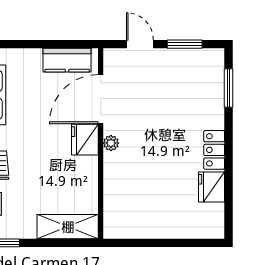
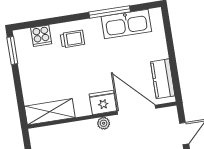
shelving: (68, 227) -> (50, 112), moved, turned 90

